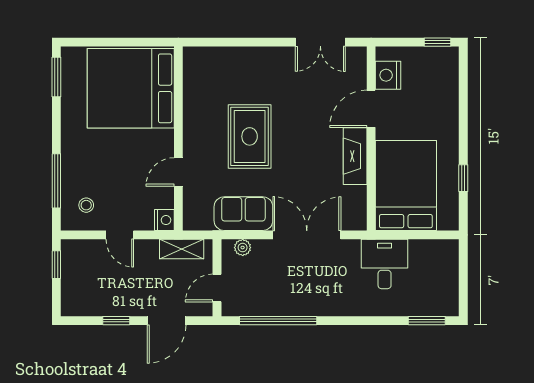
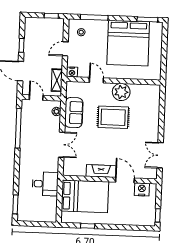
bed: (131, 88) -> (128, 43), moved, turned 180
plant: (200, 123) -> (121, 92), added
double door: (307, 235) -> (62, 145), width x0.73

